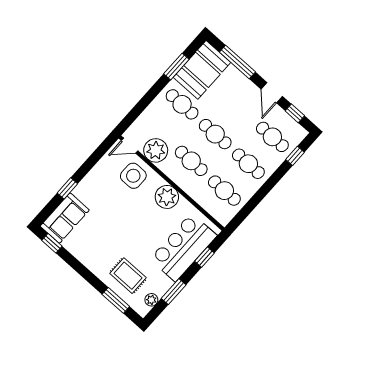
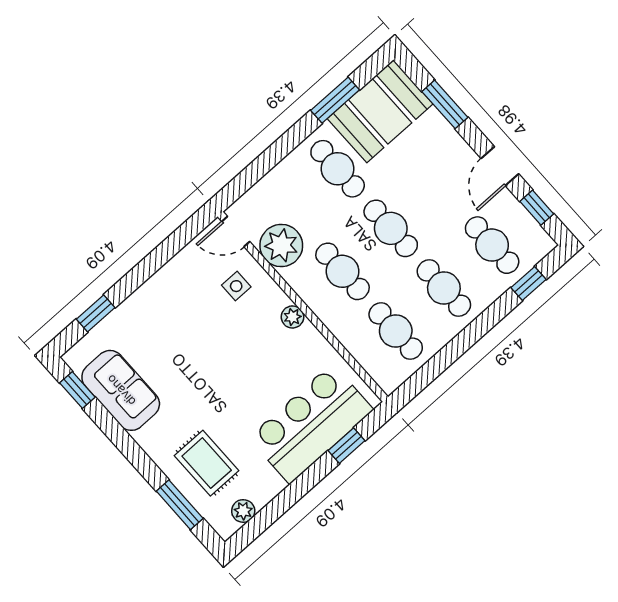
window: (237, 62) -> (445, 104), width x0.69
side table: (133, 176) -> (236, 286), width x0.54, depth x0.54
window: (67, 188) -> (96, 313), moved
plant: (167, 197) -> (292, 317), width x0.53, depth x0.53
sofa: (65, 218) -> (121, 390), moved, turned -90
window: (174, 292) -> (285, 501), removed

